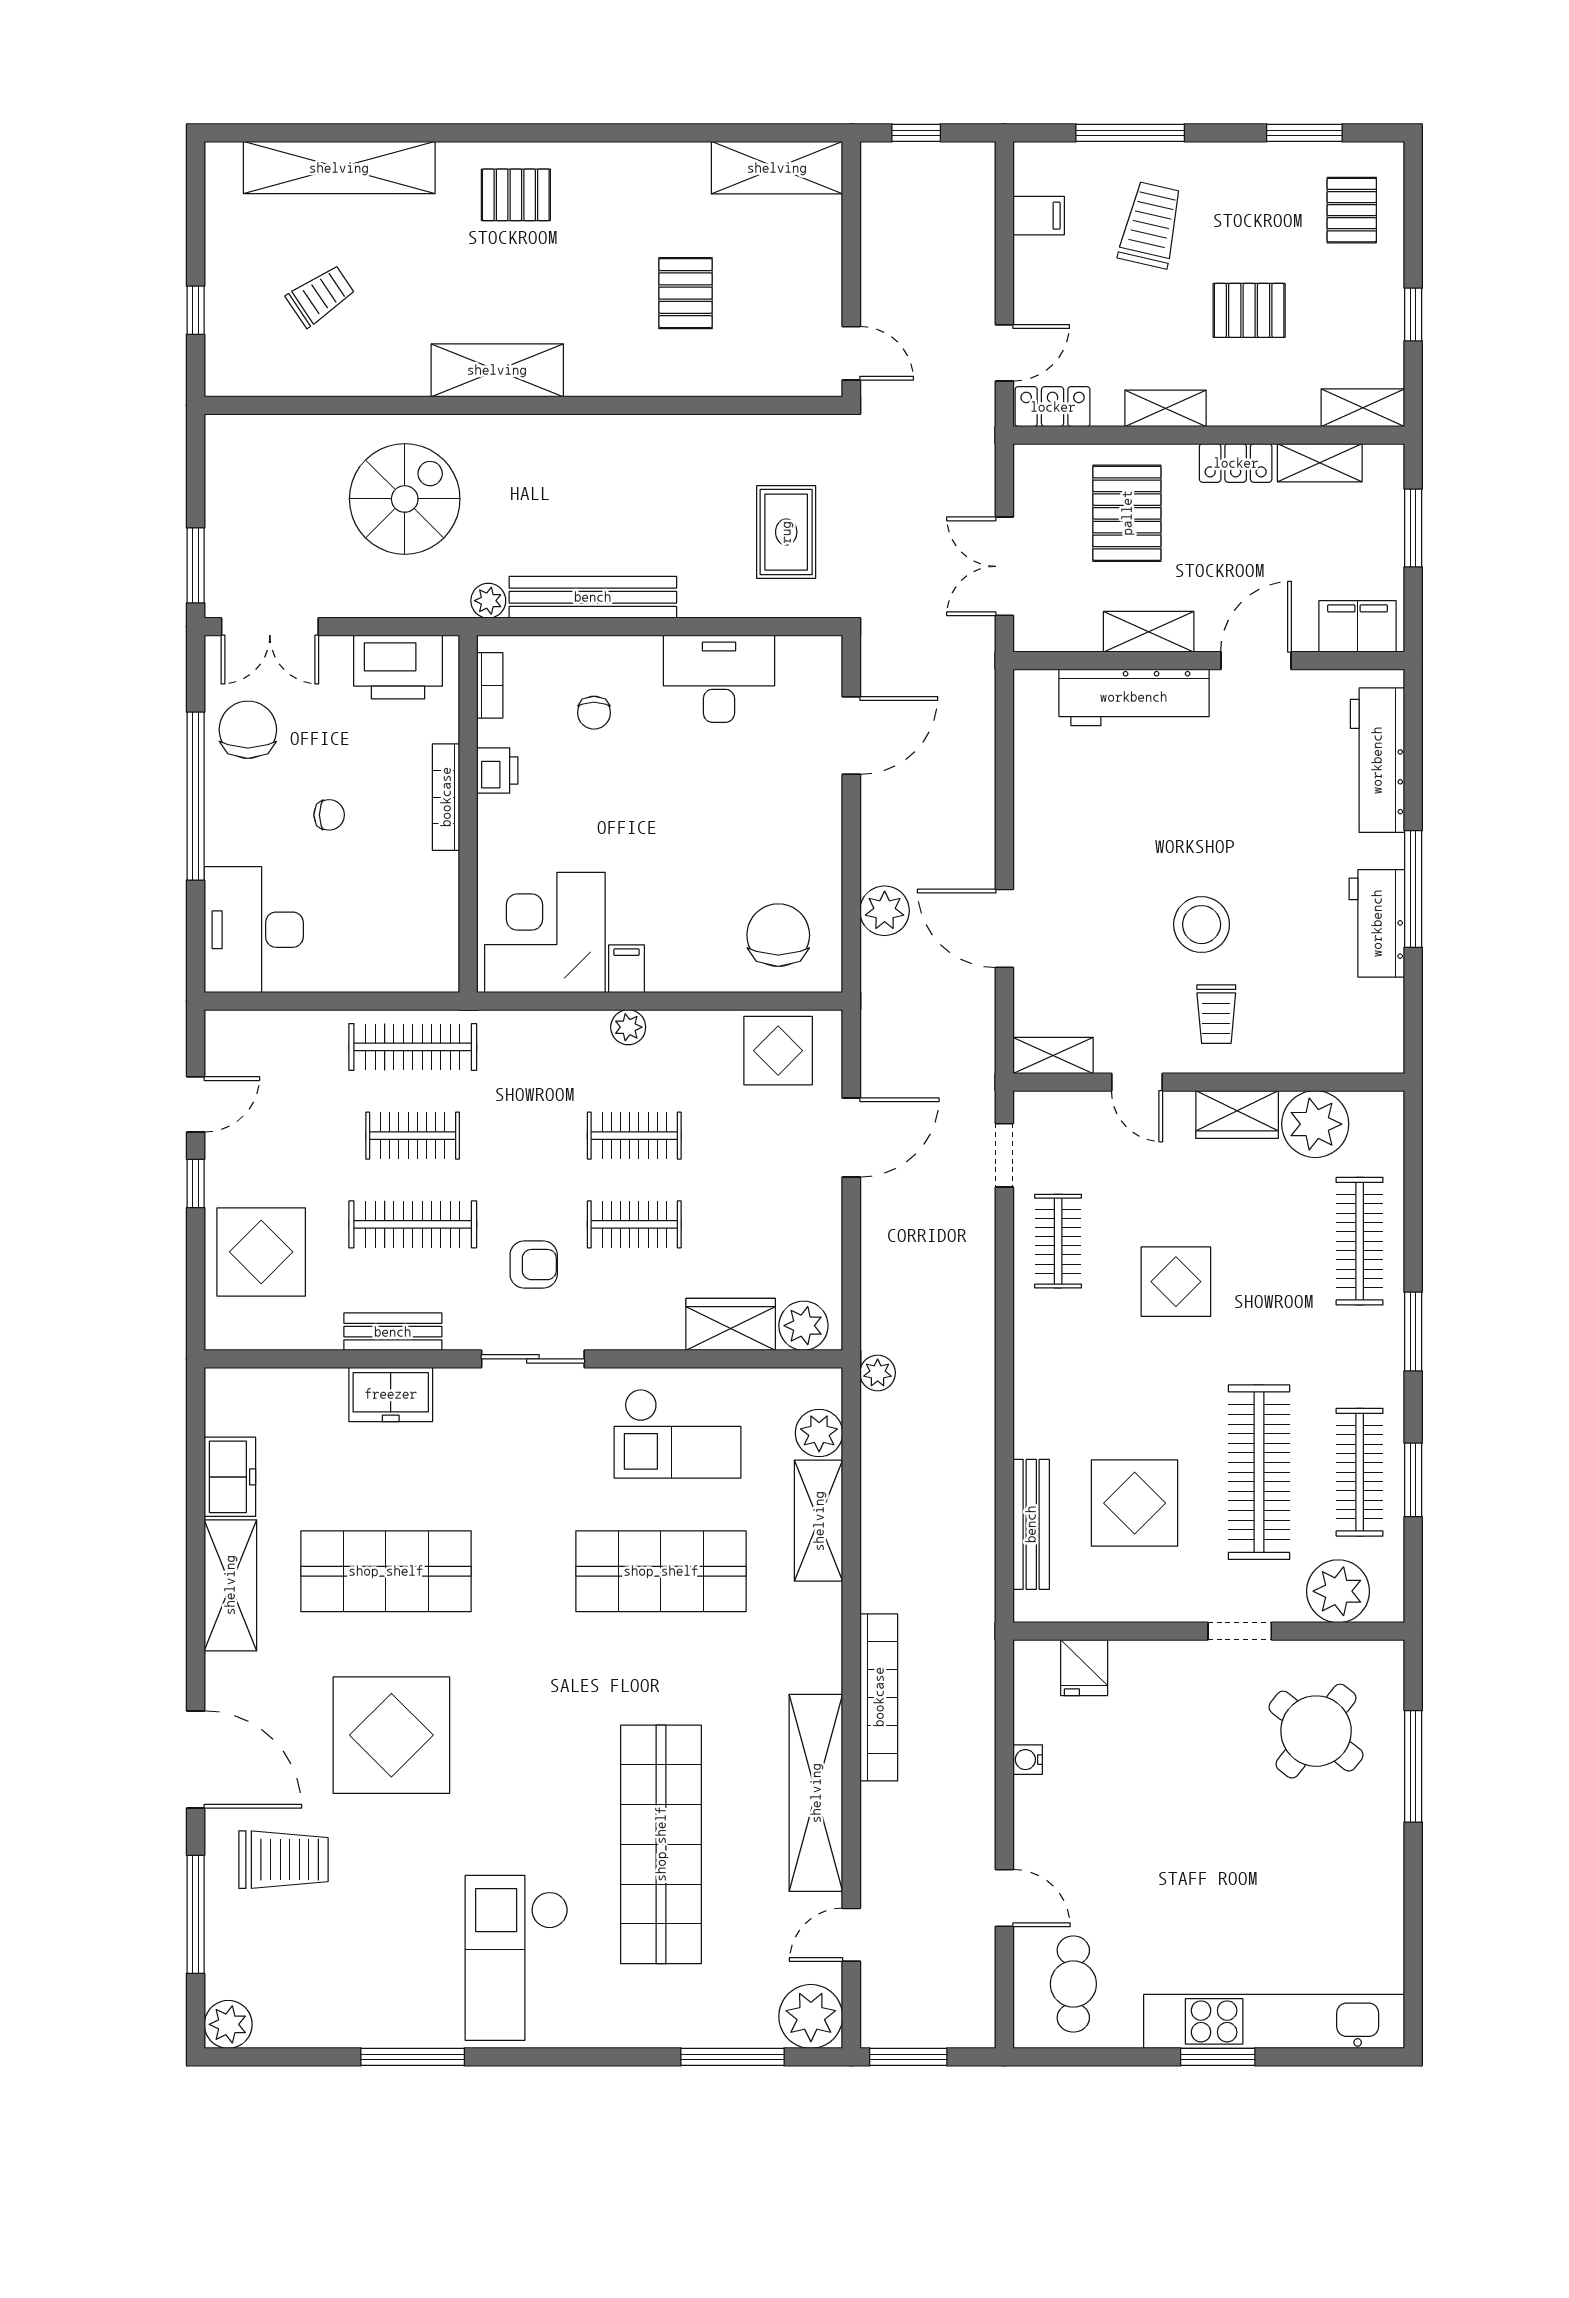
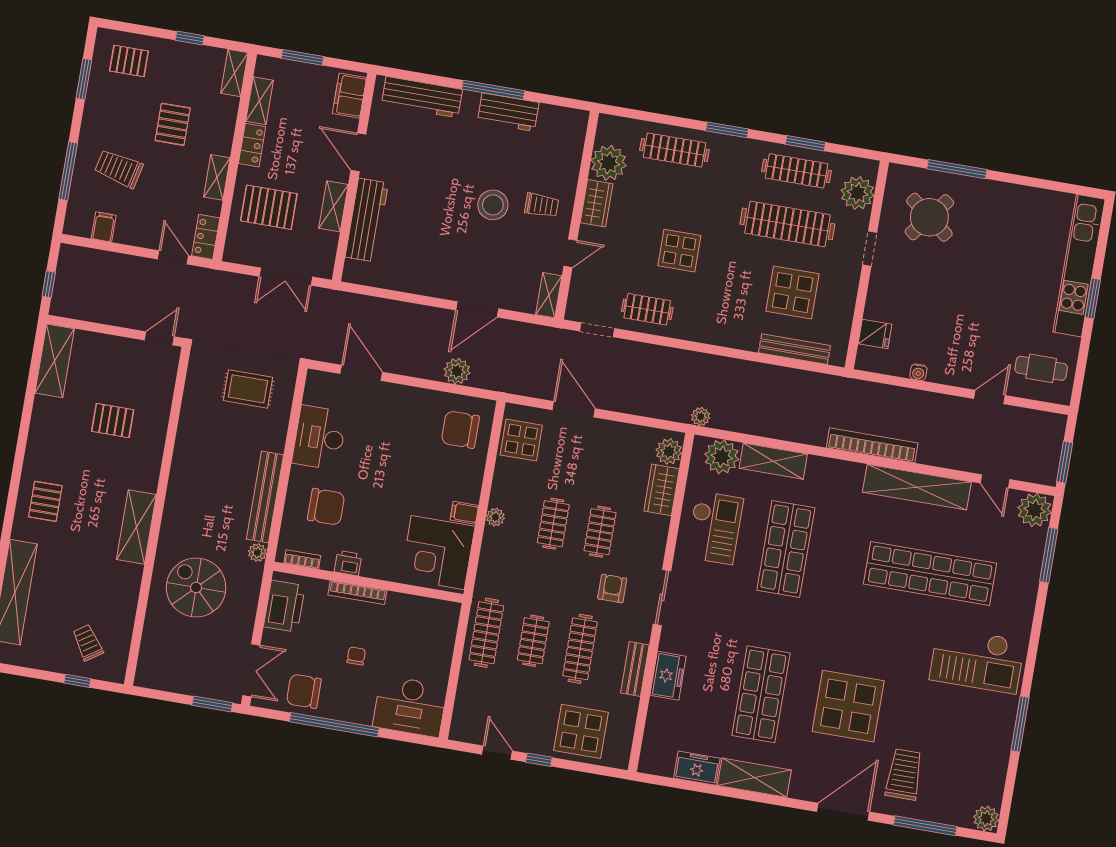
trolley: (320, 296) -> (88, 643), moved
chair: (594, 713) -> (326, 507), width x1.87, depth x1.87
plant: (819, 1433) -> (722, 457), width x1.36, depth x1.36

